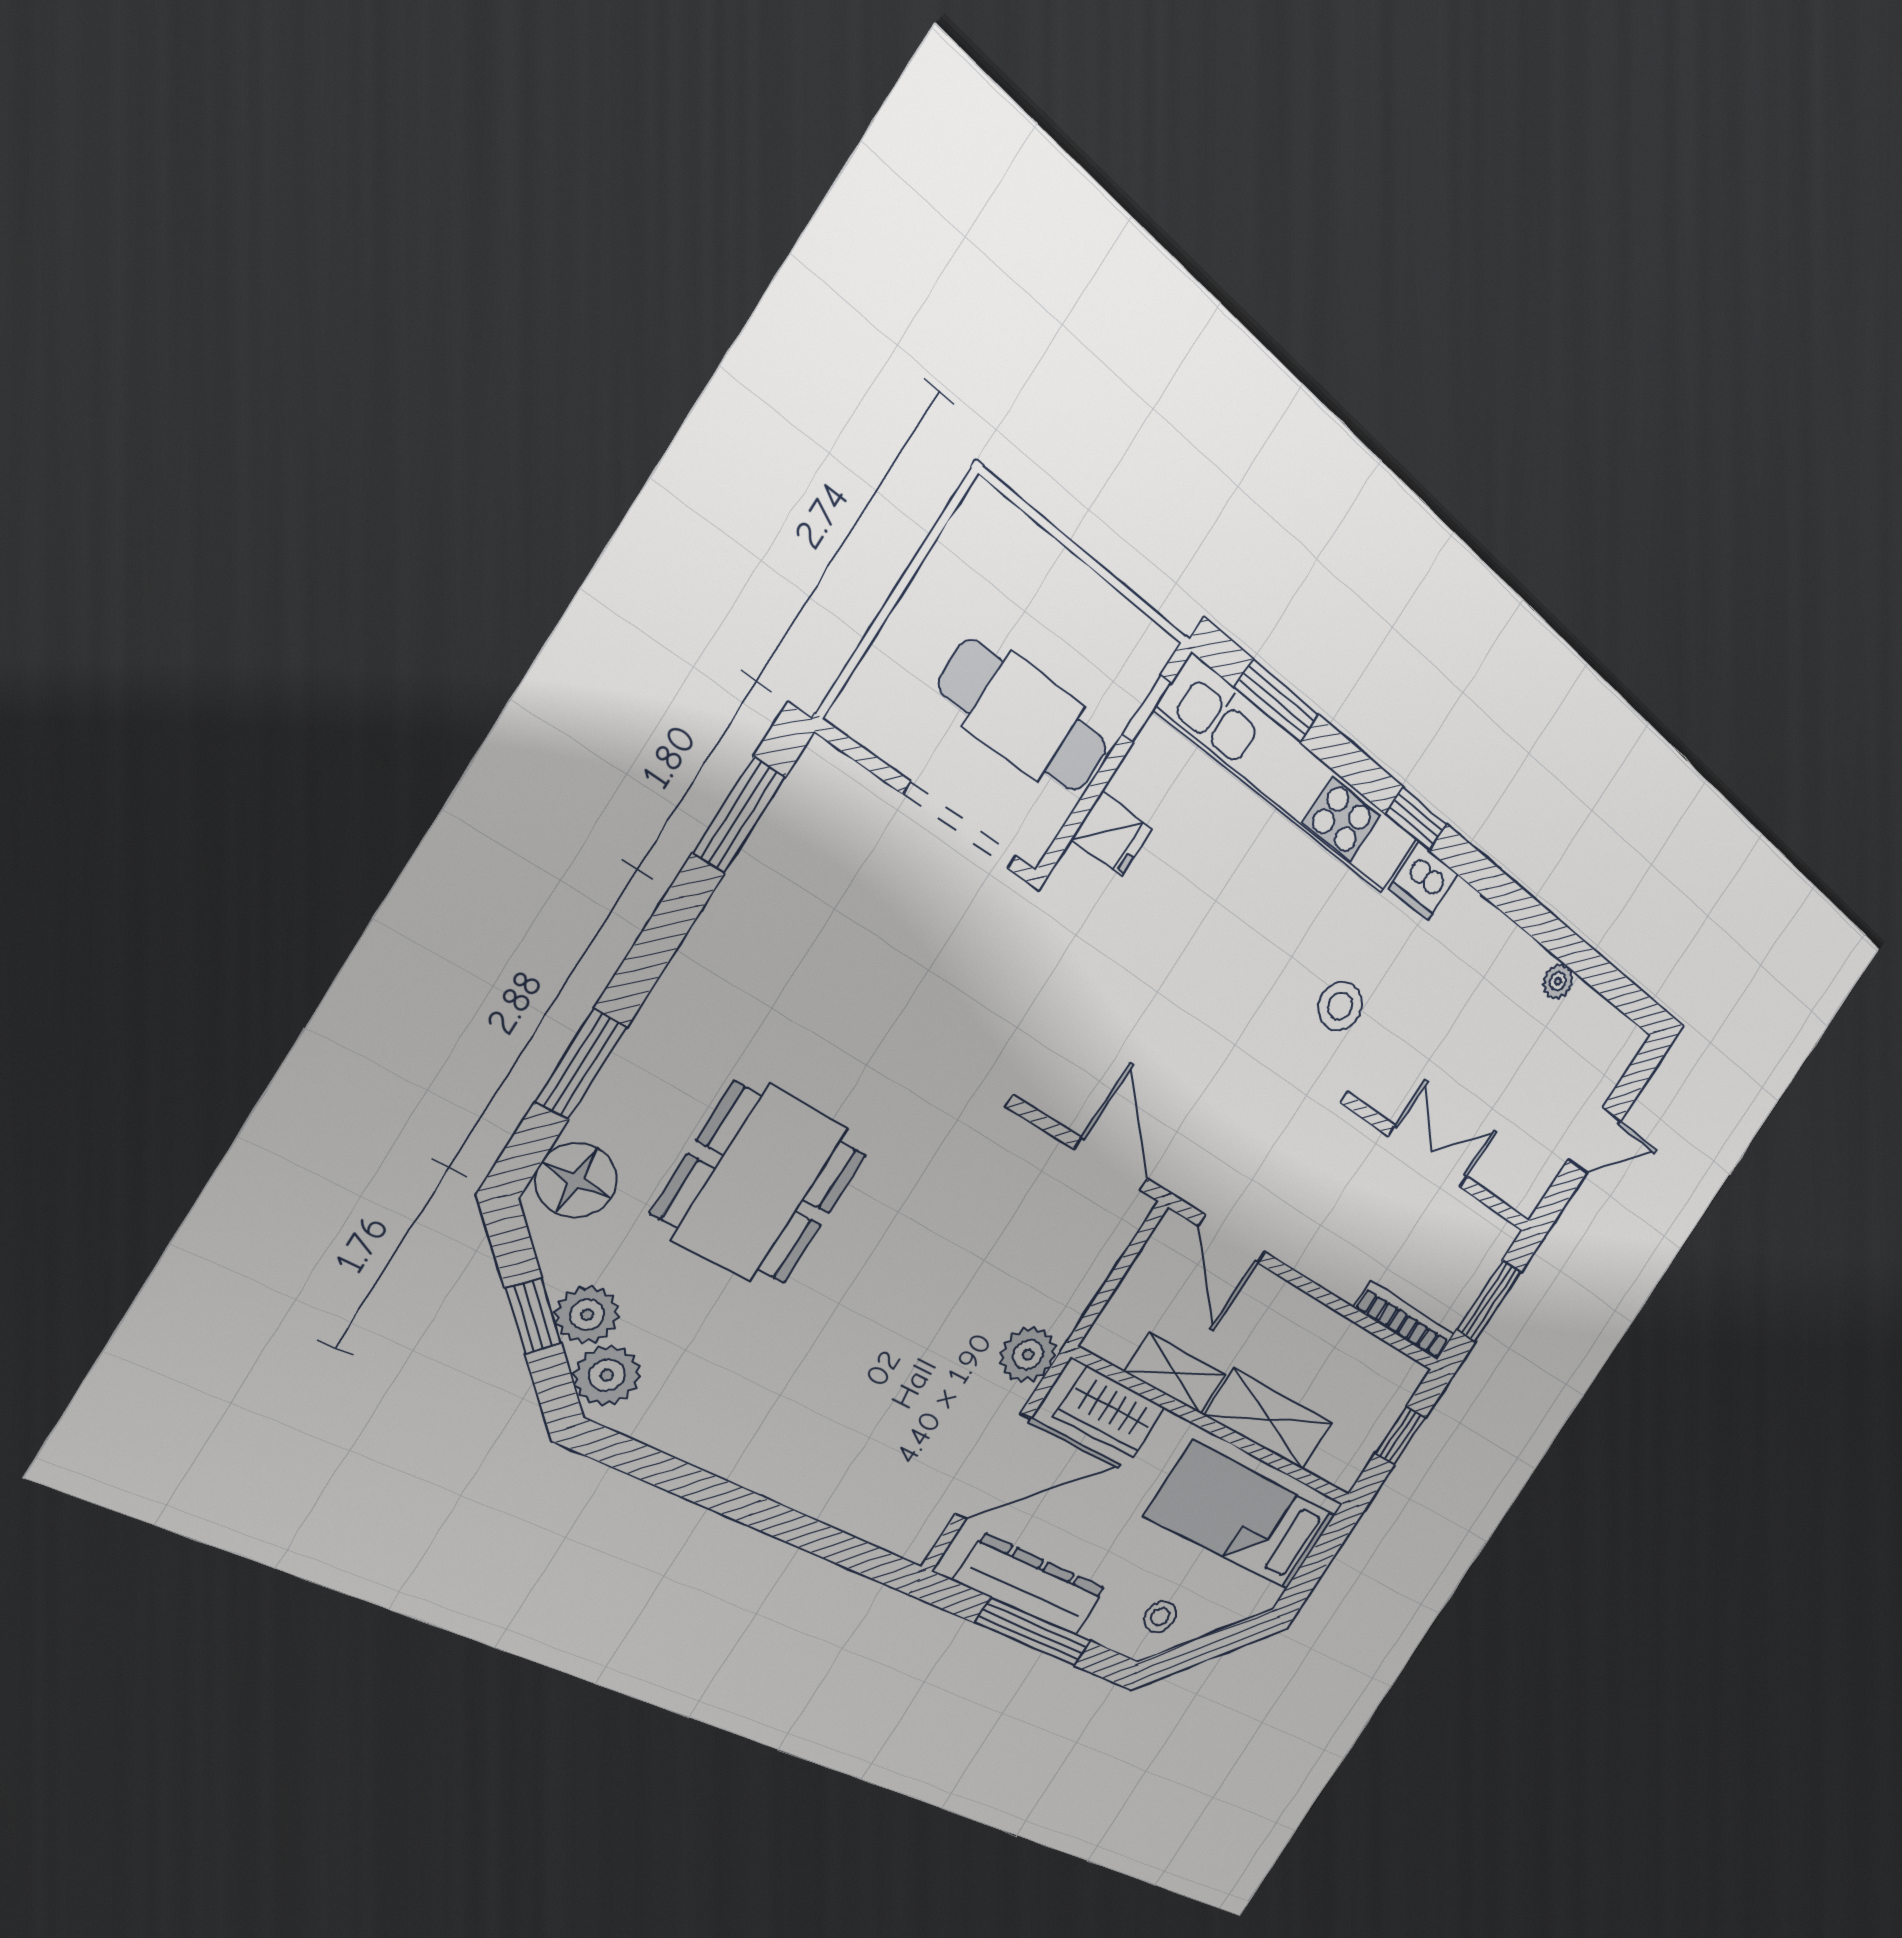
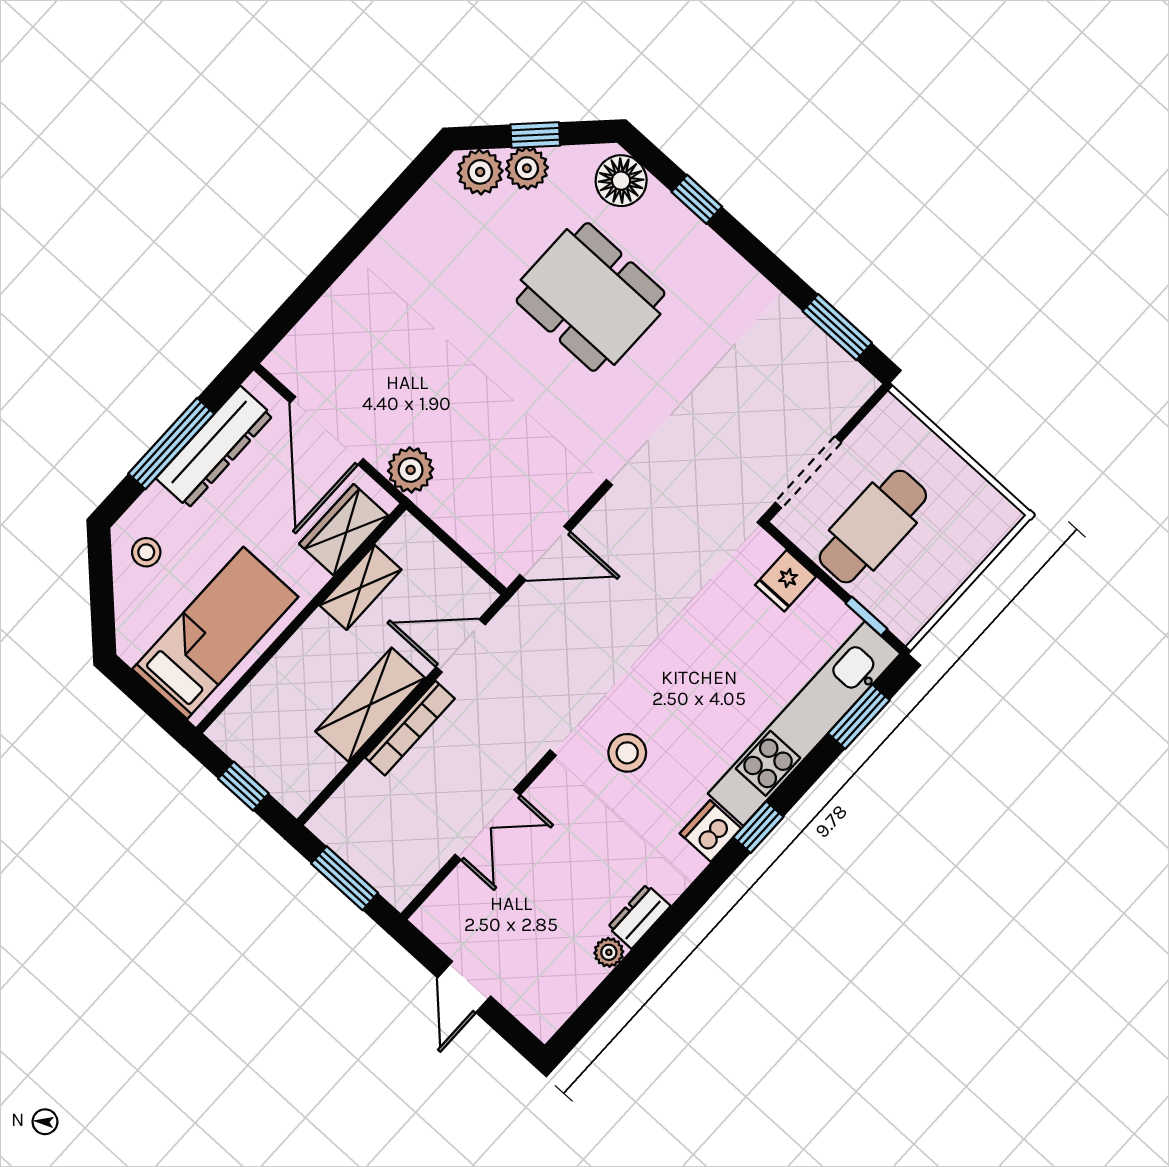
dresser: (1520, 953) -> (639, 917), added
window: (581, 1065) -> (697, 199), width x0.67
bookcase: (1405, 1321) -> (410, 728), moved
shelving: (1269, 1419) -> (370, 705), moved

